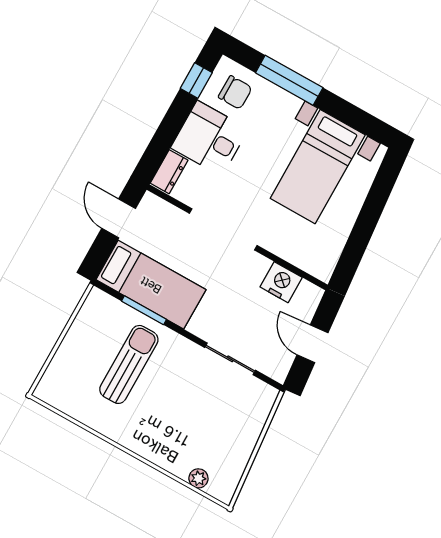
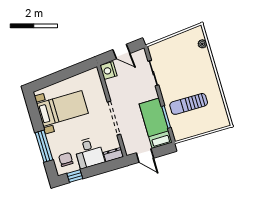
door: (119, 218) -> (145, 155), hinge flipped
nightstand: (281, 282) -> (108, 71), moved
door: (313, 344) -> (121, 52), hinge flipped

